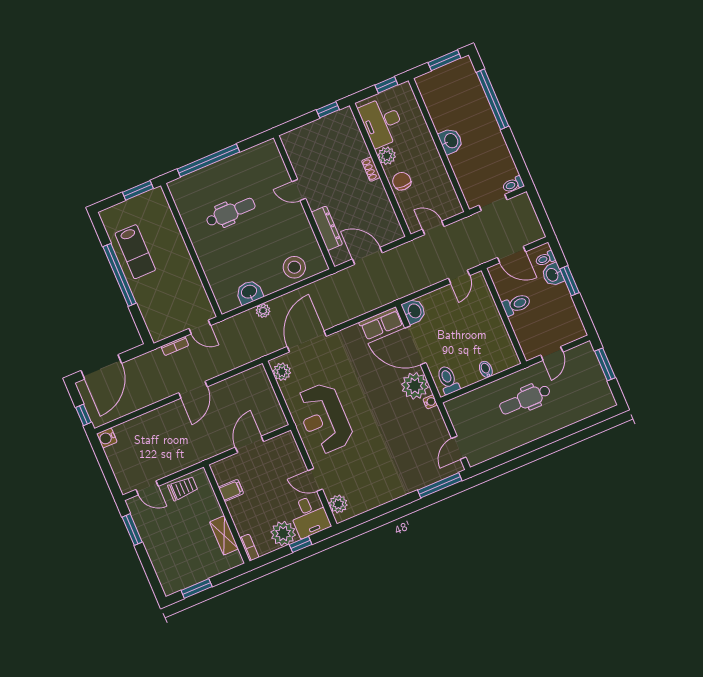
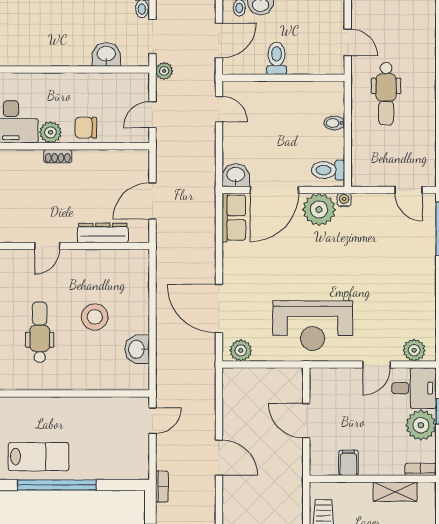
washbasin: (451, 141) -> (106, 54), moved
stool: (294, 267) -> (95, 317), moved
plant: (263, 311) -> (164, 71), moved
bookcase: (175, 346) -> (162, 487), moved

